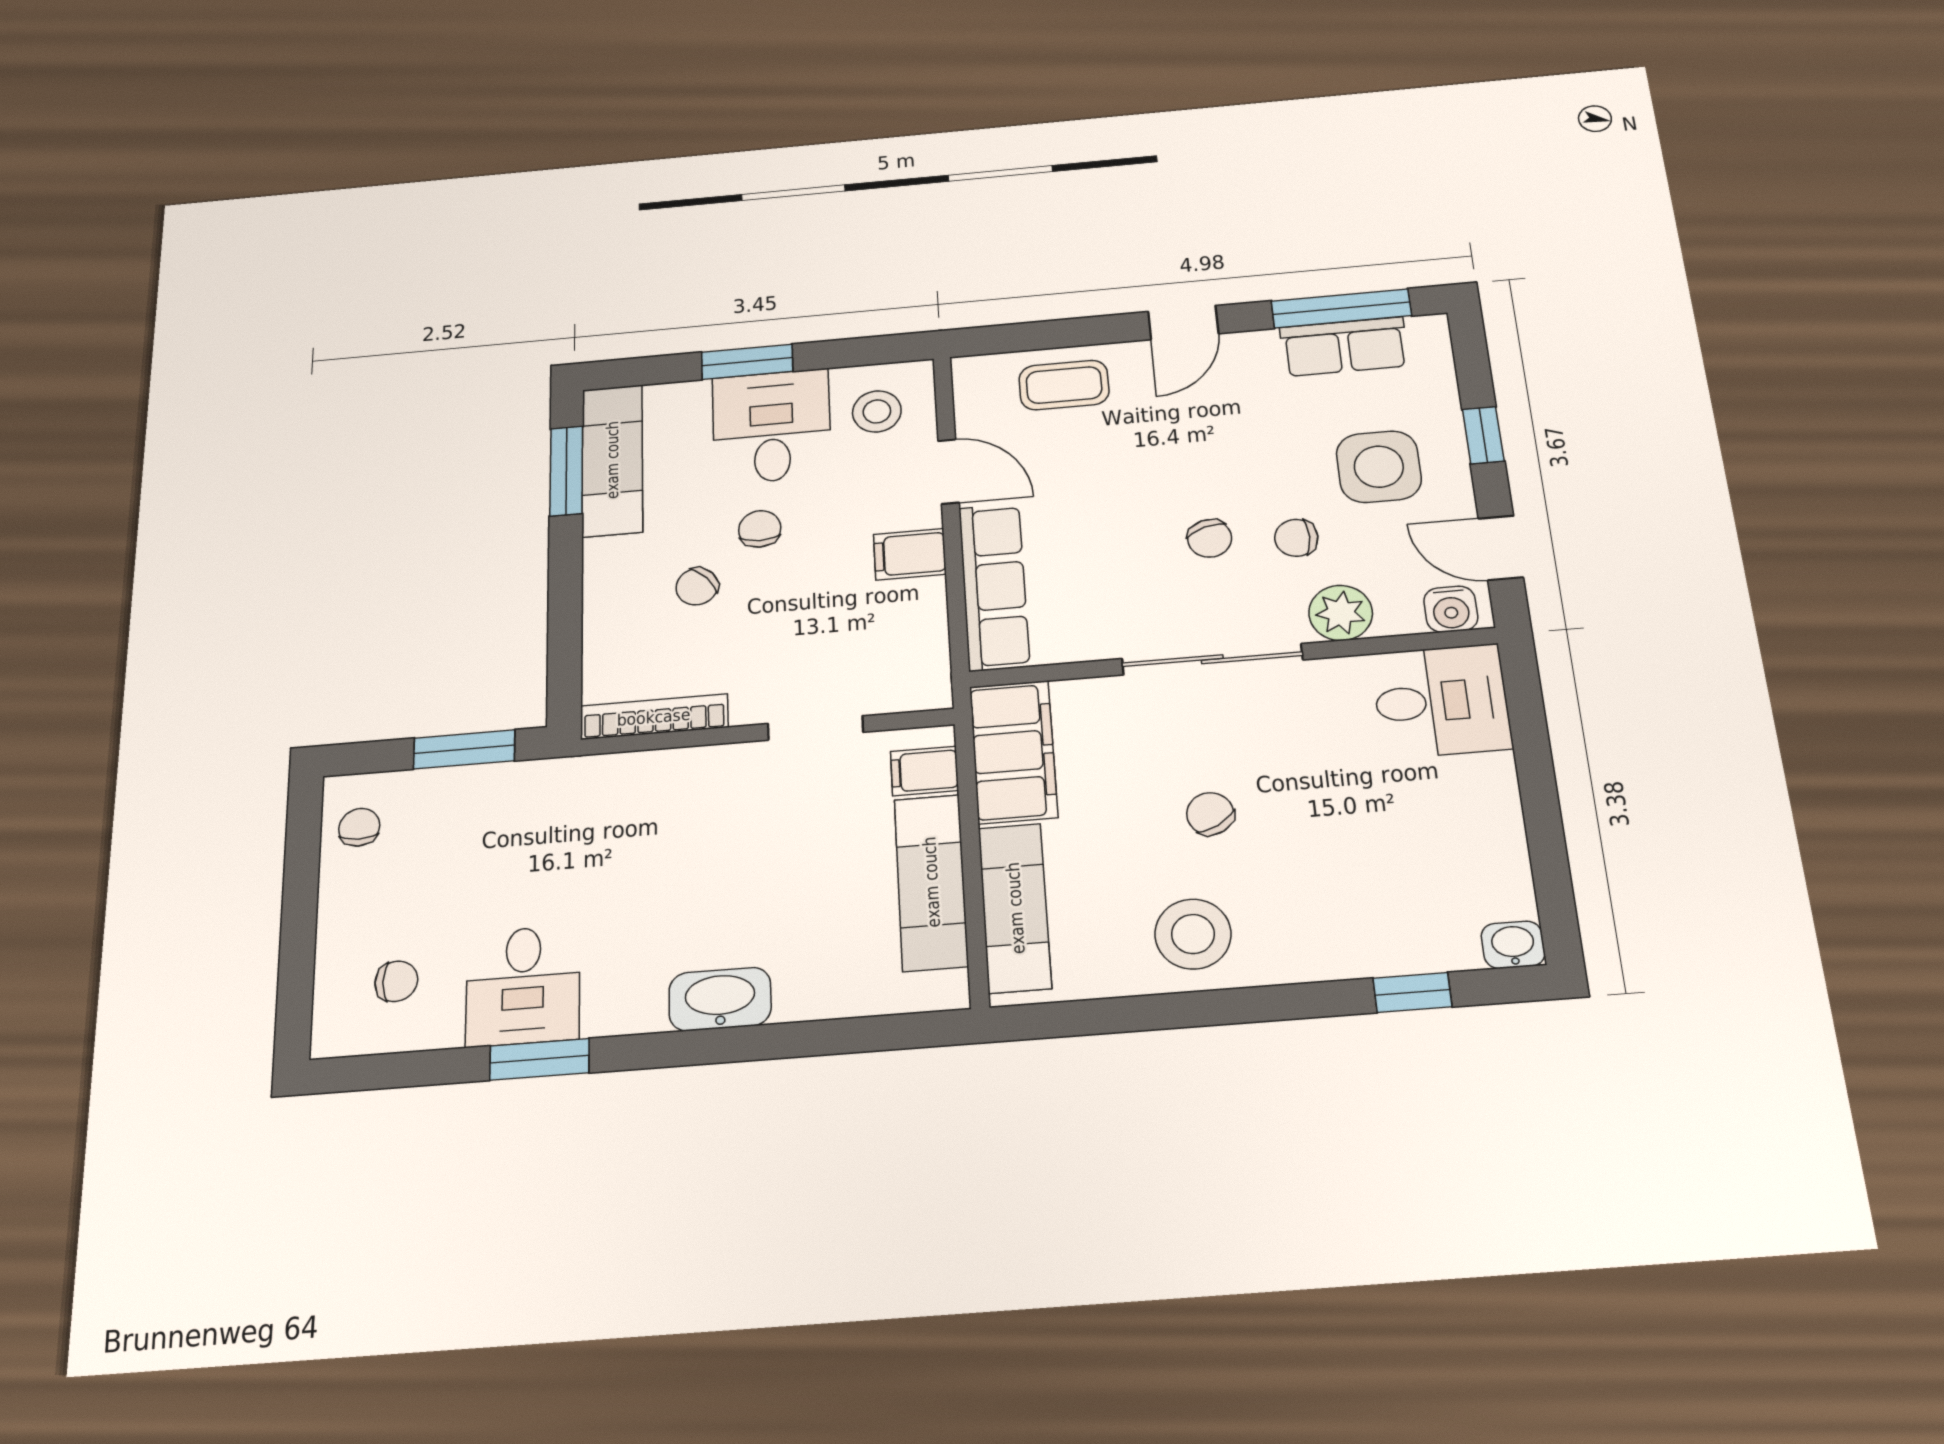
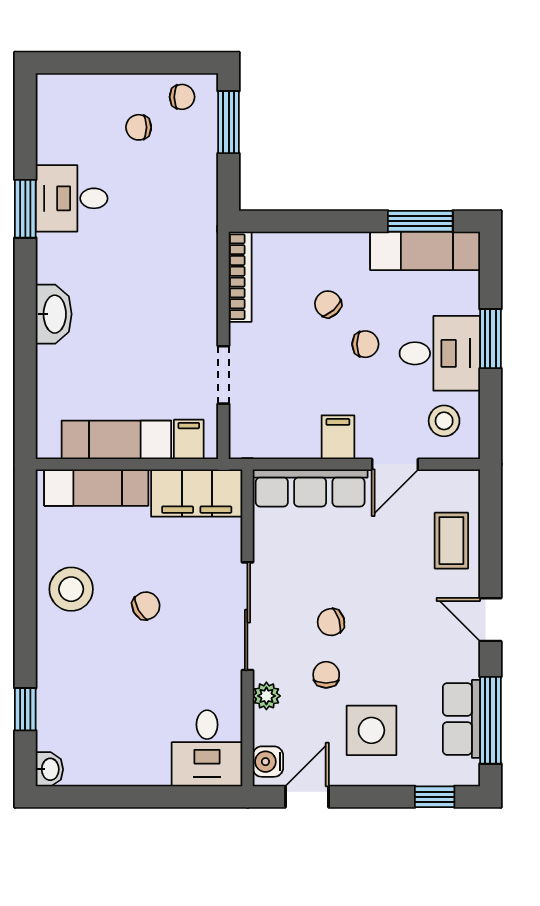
window: (1483, 435) -> (435, 797), moved
plant: (1341, 613) -> (266, 696), width x0.73, depth x0.73
window: (464, 749) -> (229, 122), moved
chair: (396, 981) -> (139, 127), moved, turned 90

